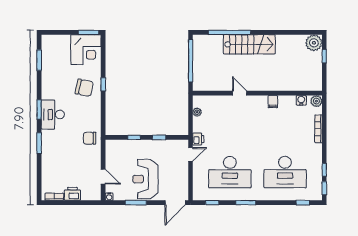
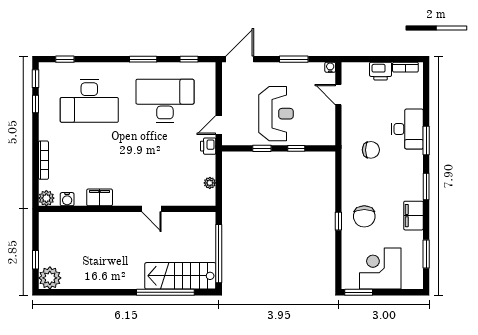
stairs: (249, 44) -> (180, 276), moved
corner desk: (86, 50) -> (380, 269), moved
filing cabinet: (48, 88) -> (413, 216), added
chair: (84, 88) -> (364, 216), turned -102
filing cabinet: (273, 102) -> (100, 197), width x2.00
desk: (53, 114) -> (407, 129), moved
chair: (90, 138) -> (371, 150), moved
desk: (285, 172) -> (89, 101), turned 180
reception desk: (145, 179) -> (276, 114), moved

